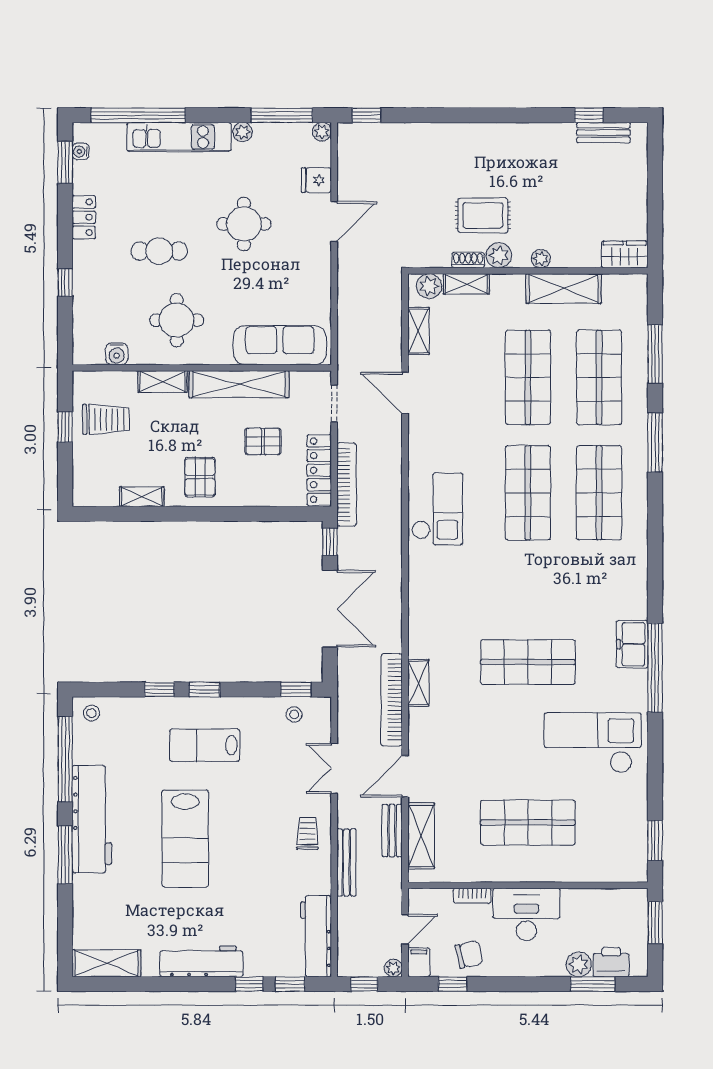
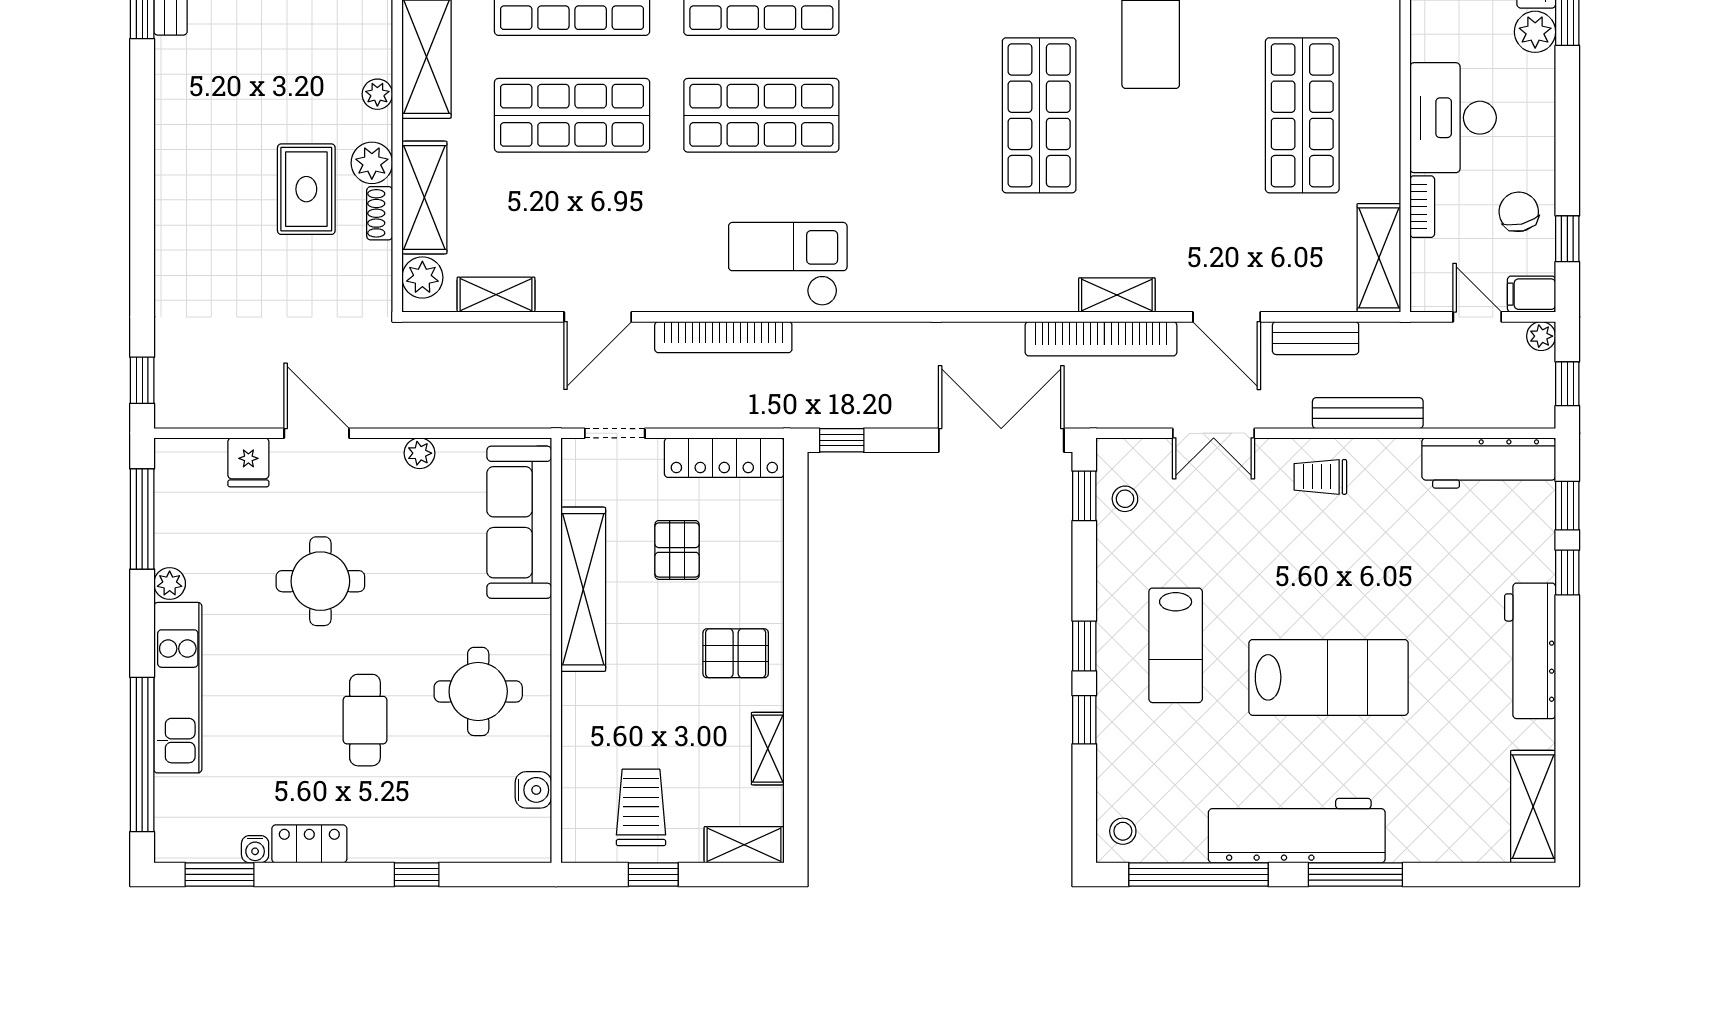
plant: (322, 132) -> (420, 453), moved
water cooler: (81, 152) -> (255, 849), moved
shelving: (466, 284) -> (424, 198), width x1.50, depth x1.33
shelving: (163, 382) -> (744, 845), moved, turned 90
bookcase: (346, 484) -> (723, 337), moved, turned 180
double door: (330, 609) -> (1001, 440), moved
shelving: (418, 683) -> (1117, 295), moved
shelving: (421, 836) -> (1379, 258), moved, turned 90

